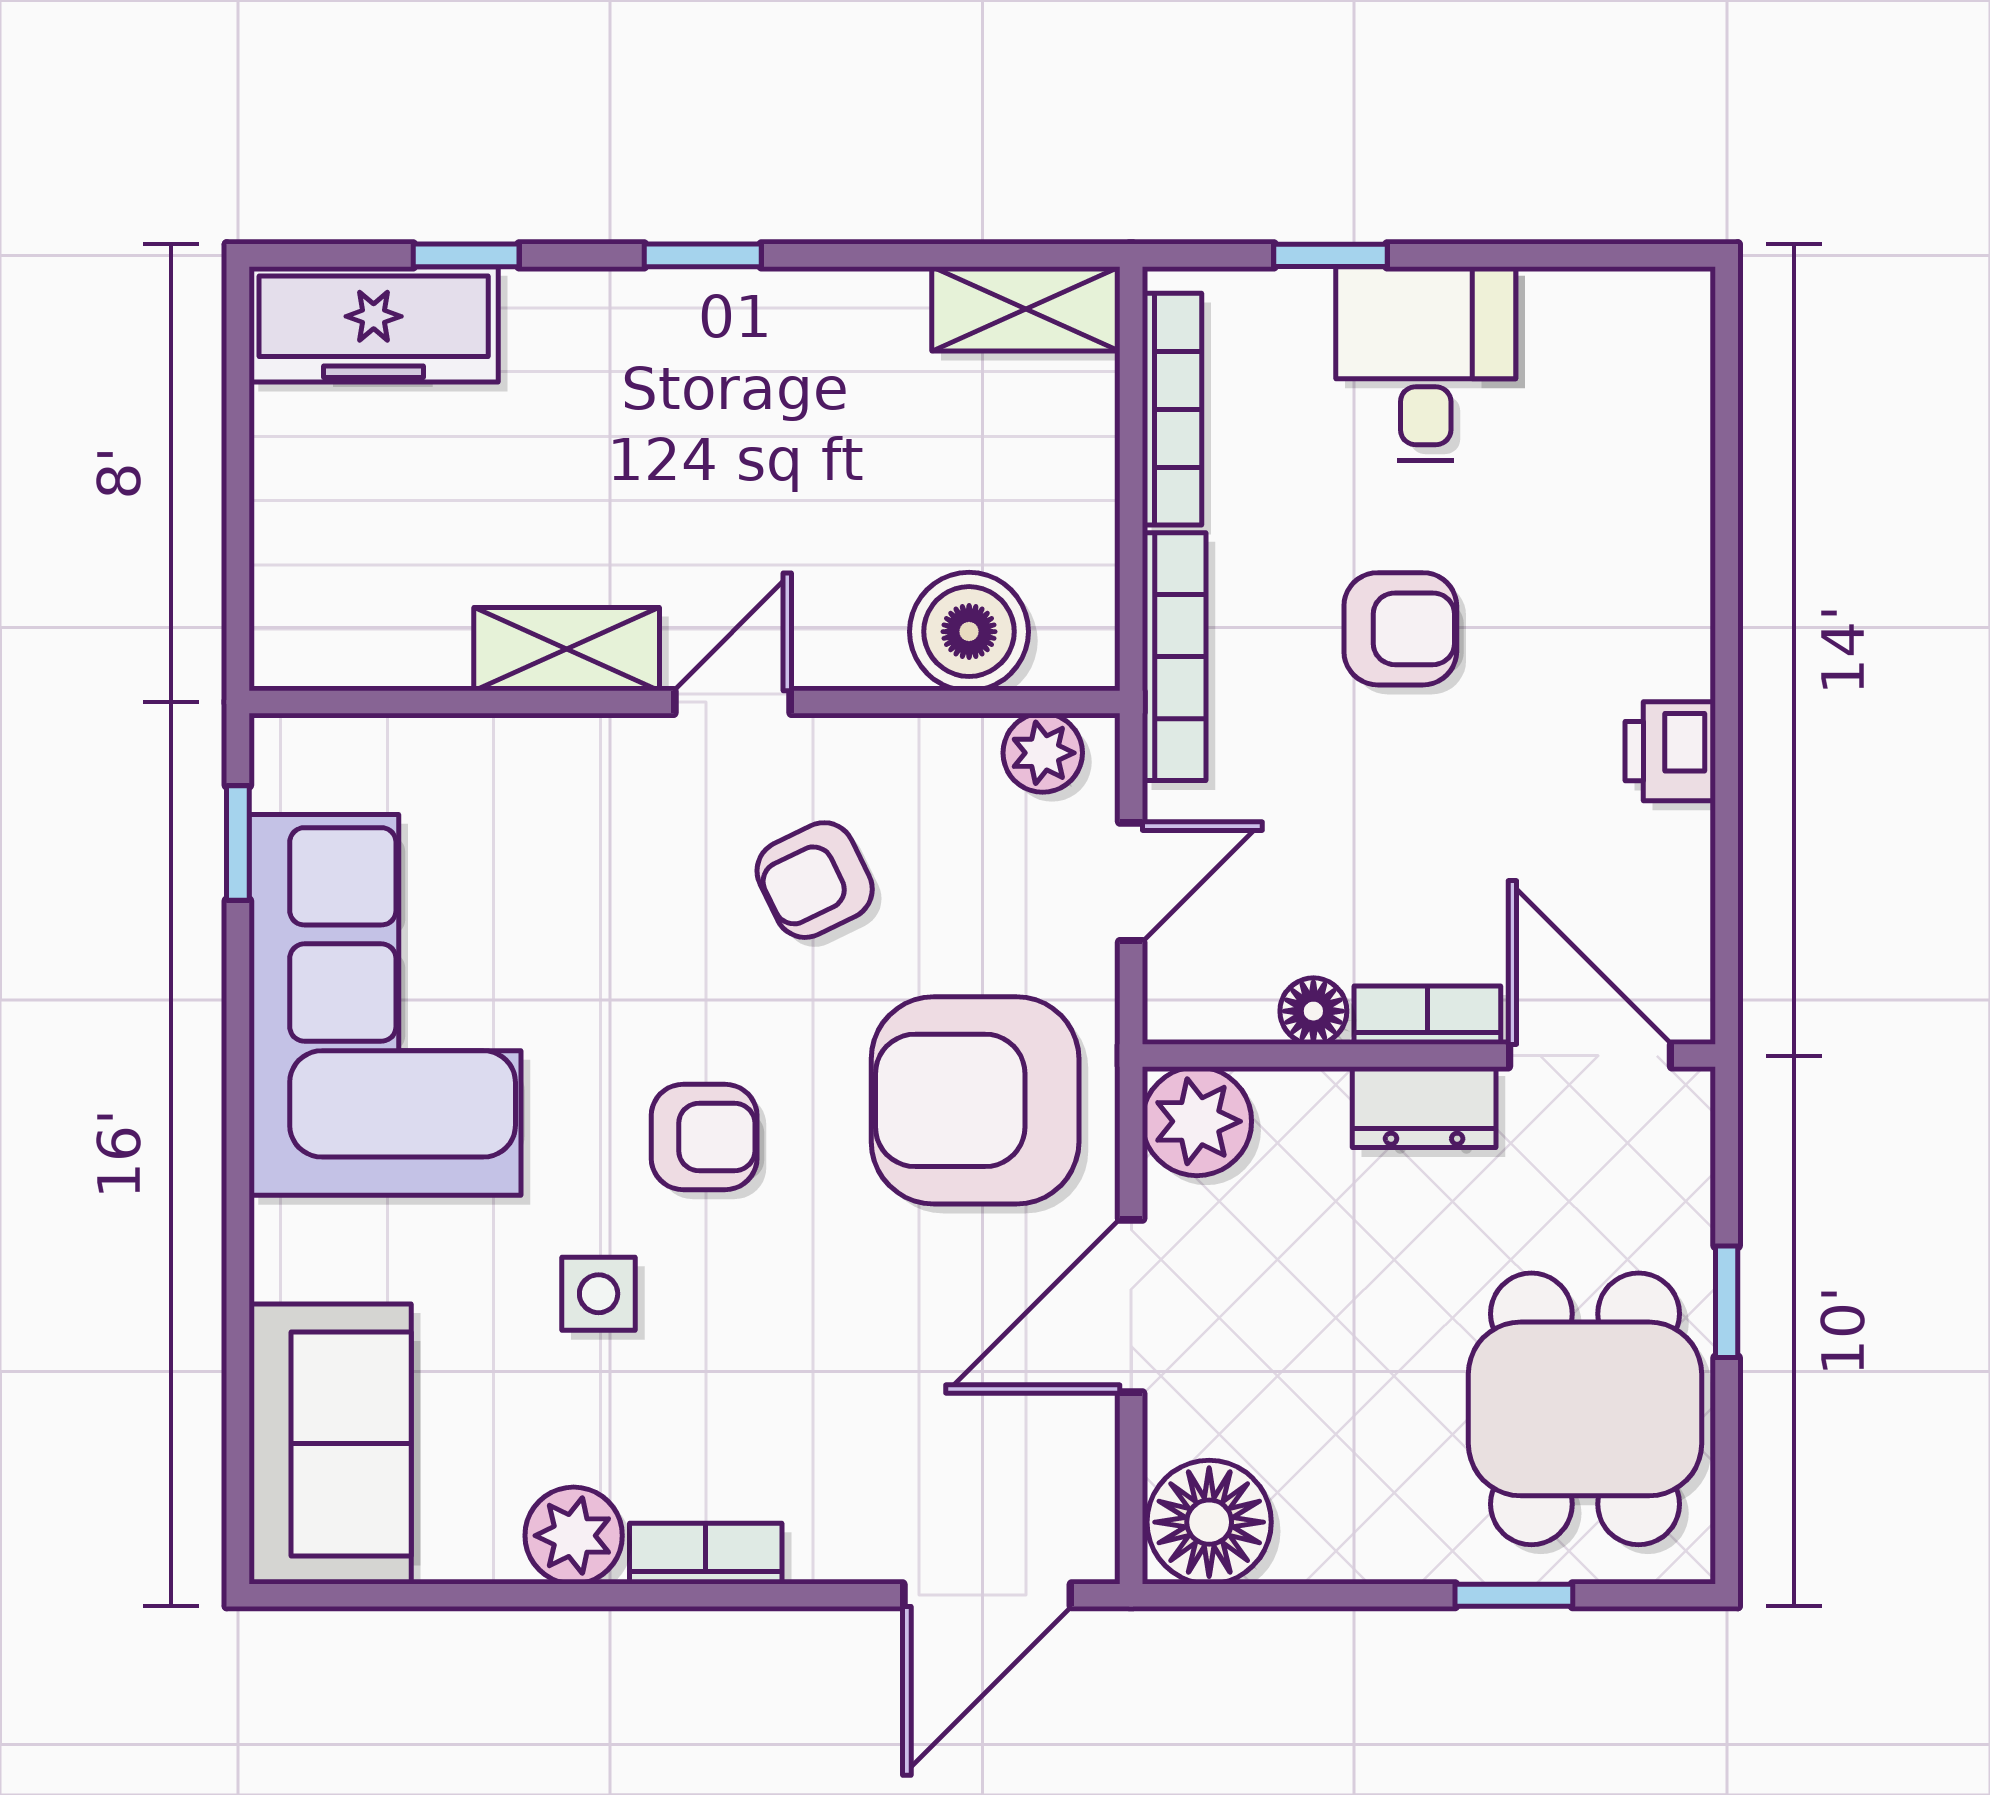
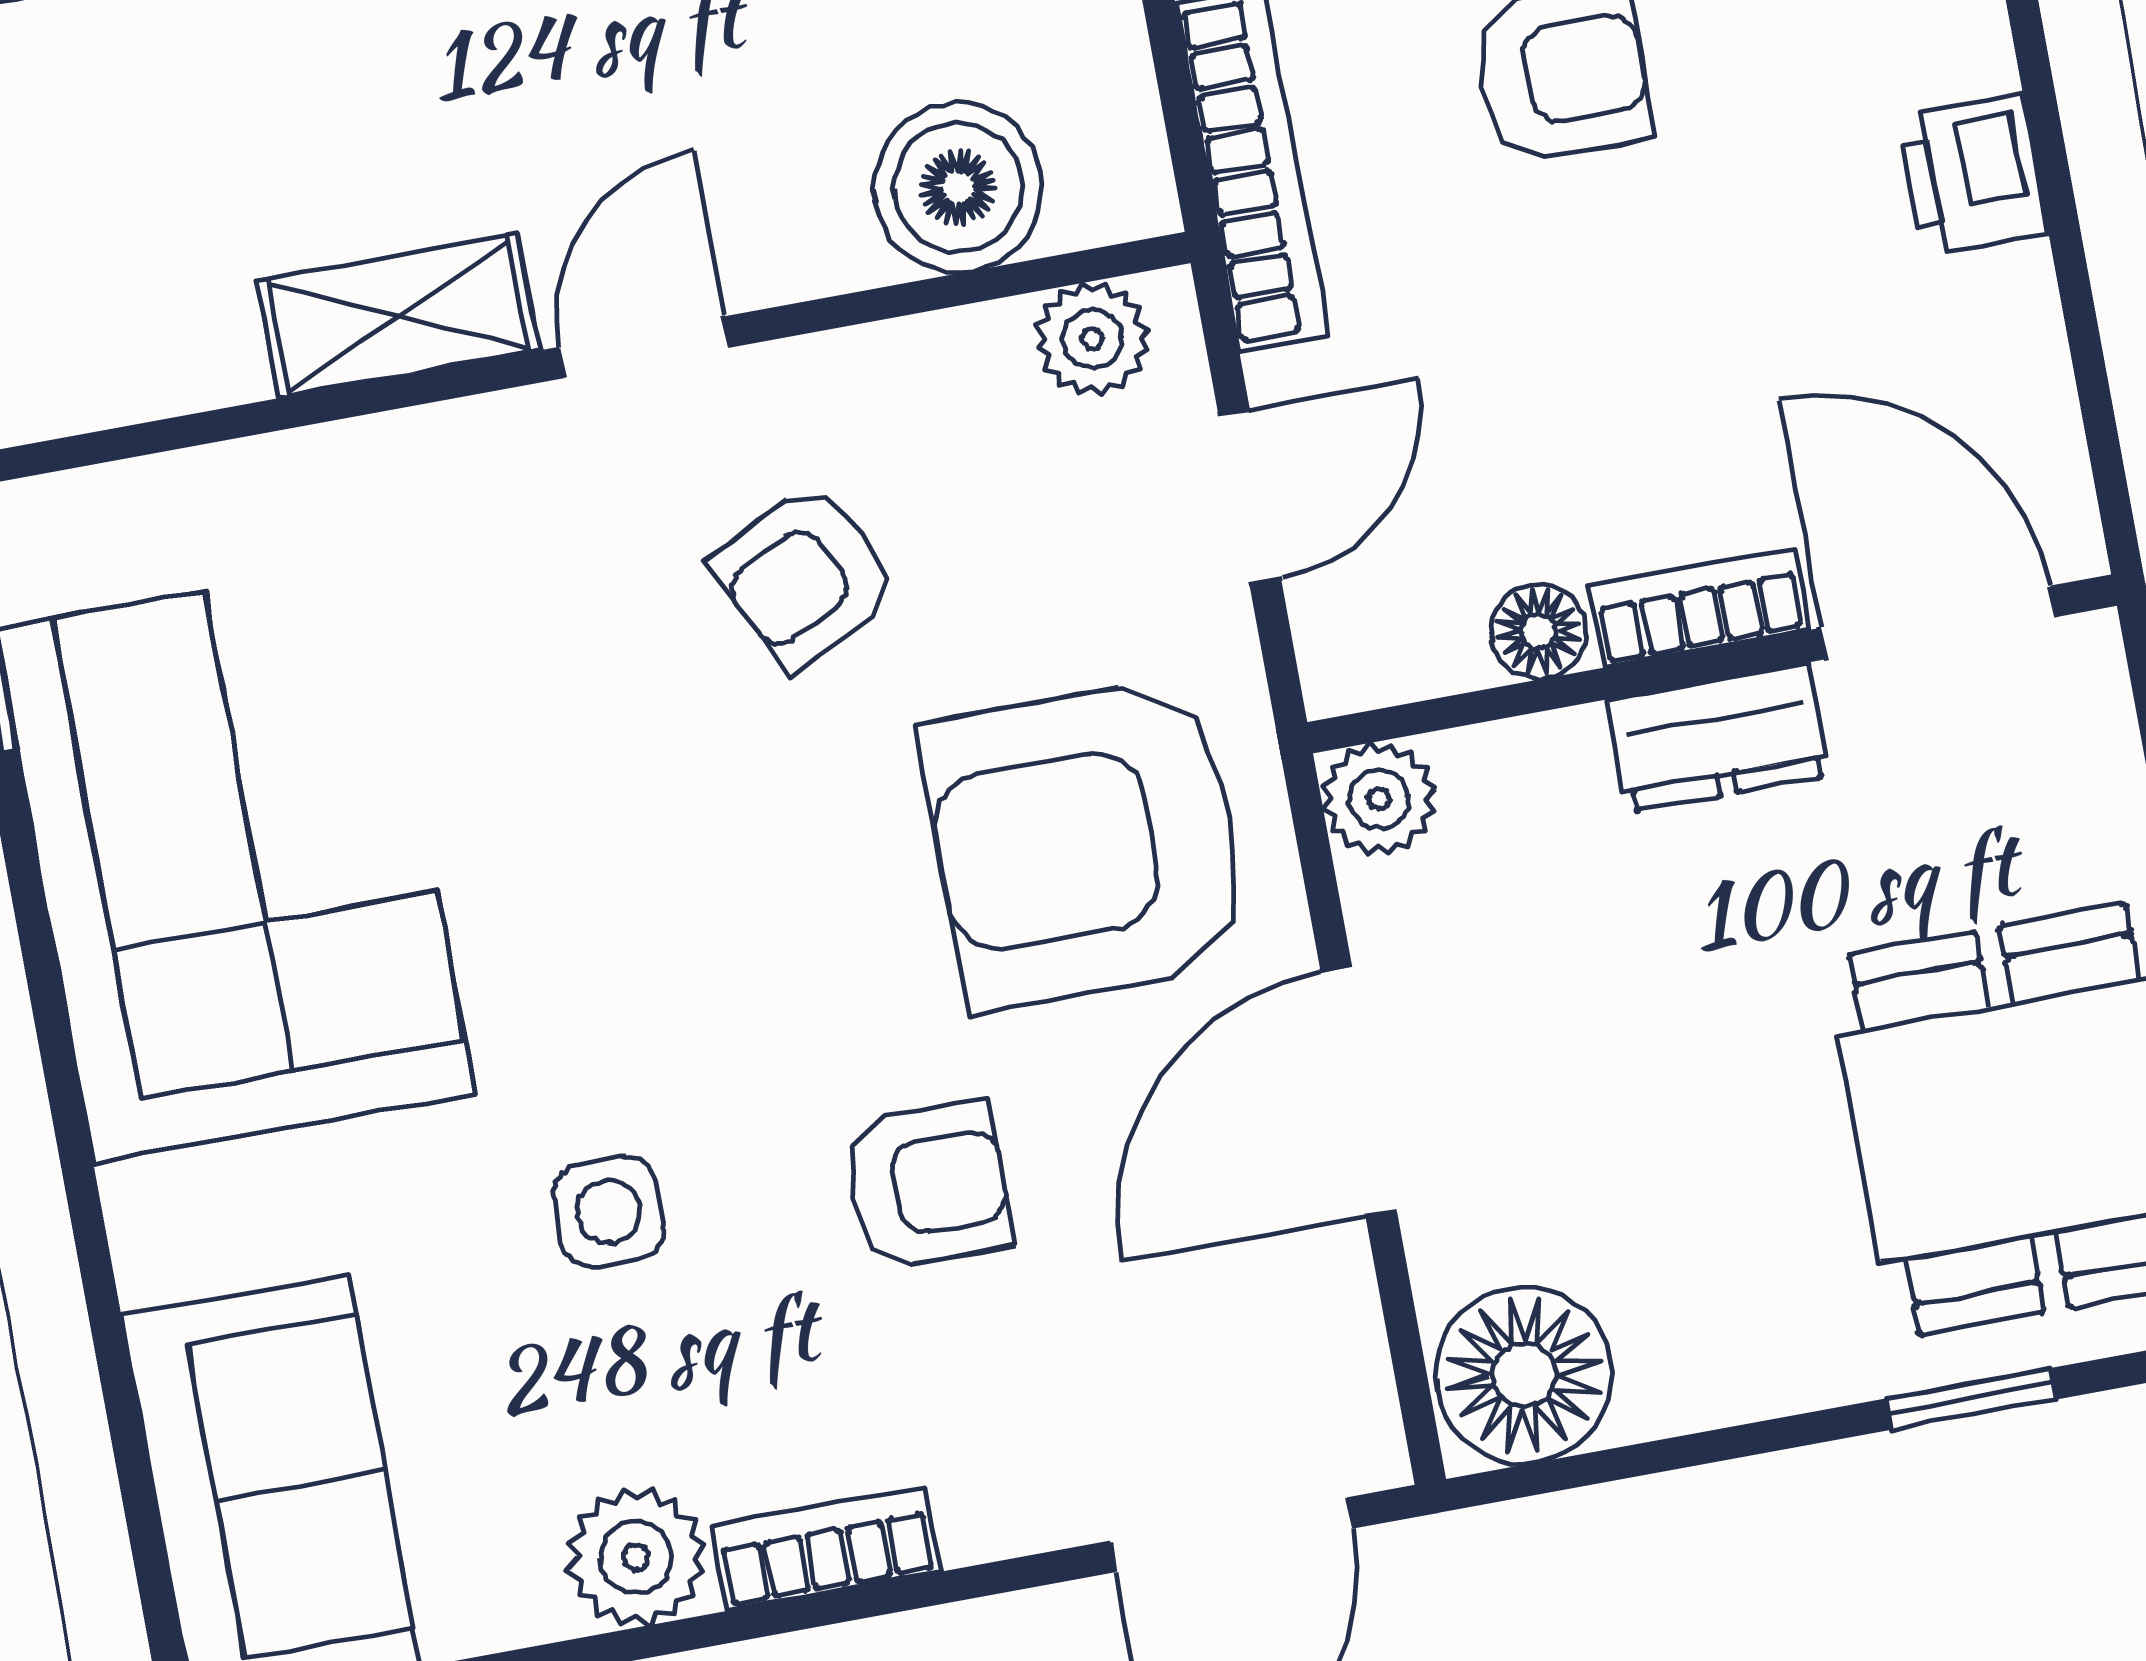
plant: (1197, 1121) -> (1379, 799), width x0.73, depth x0.73
armchair: (704, 1137) -> (928, 1185), moved

